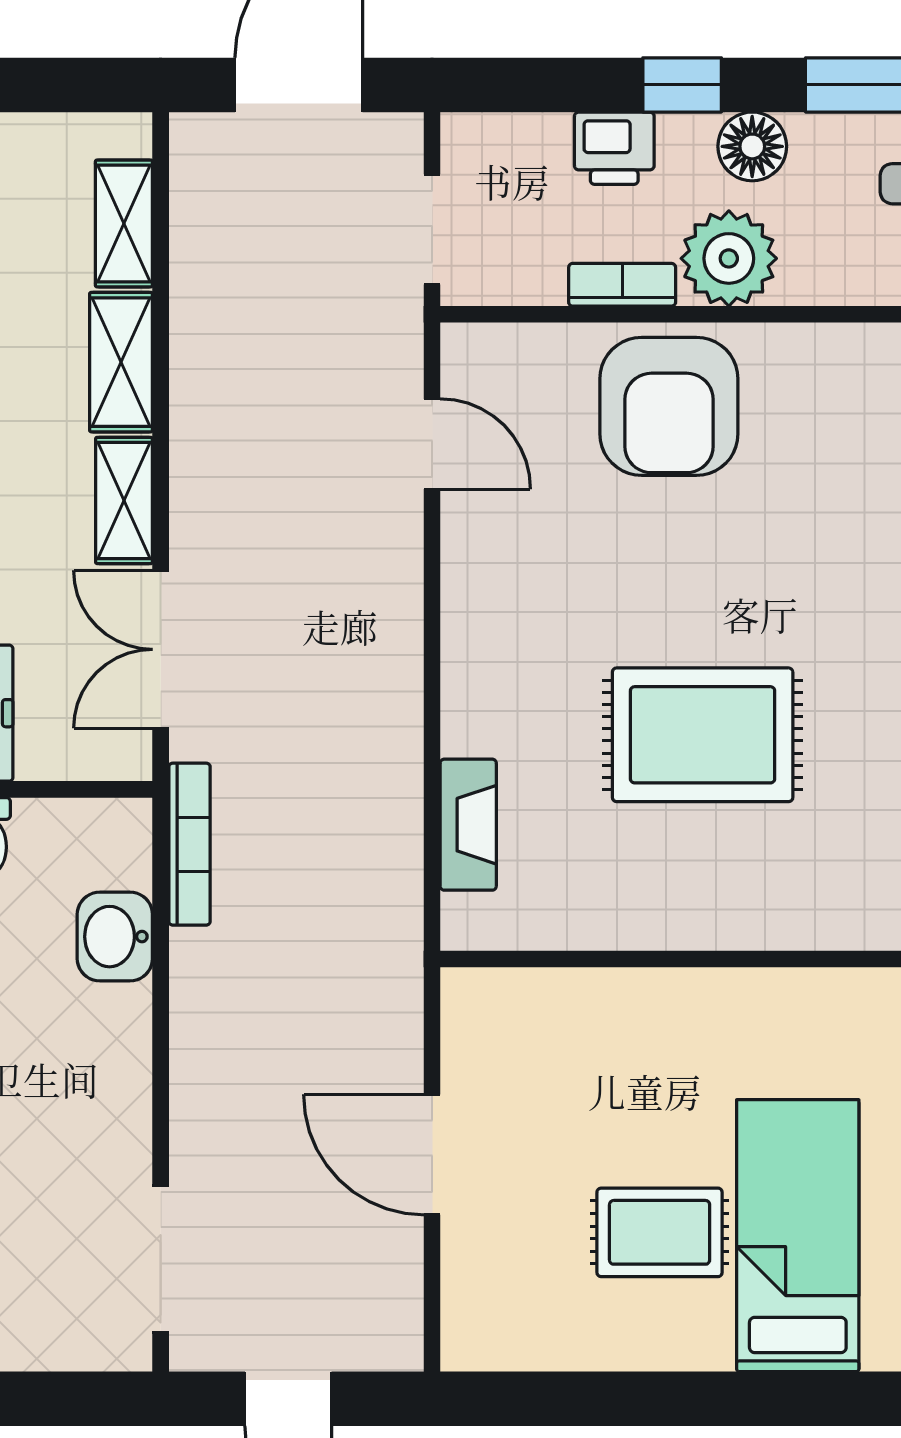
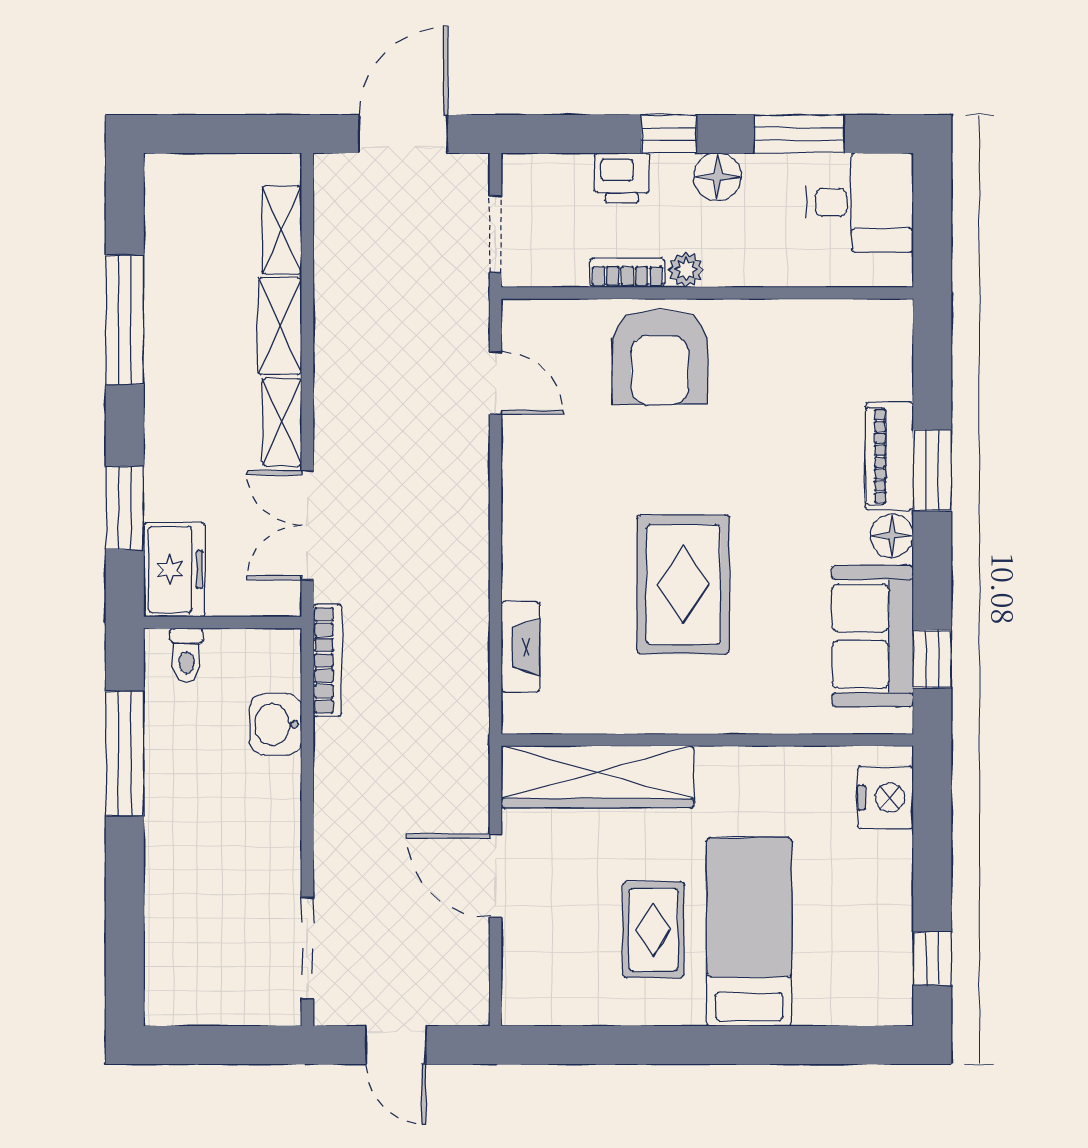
plant: (729, 258) -> (686, 270), width x0.53, depth x0.53
rug: (703, 735) -> (683, 585), turned 90
wardrobe: (579, 1012) -> (597, 777), added
rug: (660, 1232) -> (653, 930), turned 90

